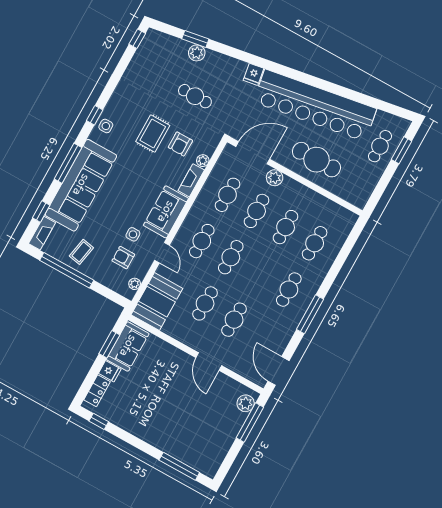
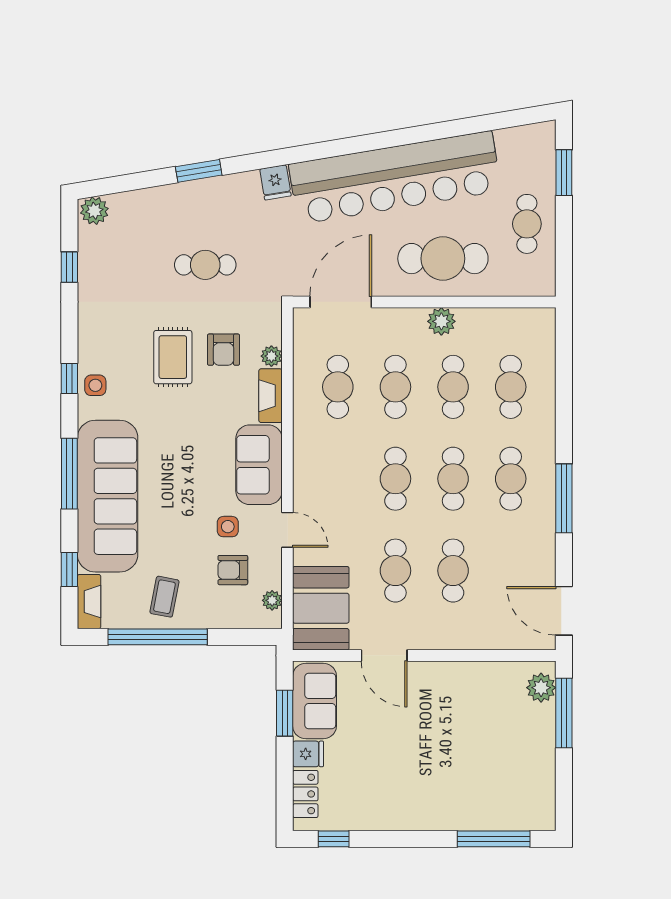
window: (137, 39) -> (69, 267), moved
window: (195, 39) -> (199, 171), moved
plant: (197, 53) -> (94, 211), moved
cafe table: (380, 146) -> (527, 224), moved
plant: (275, 178) -> (441, 321), moved
cafe table: (202, 241) -> (453, 479), moved
door: (209, 362) -> (384, 655), moved

